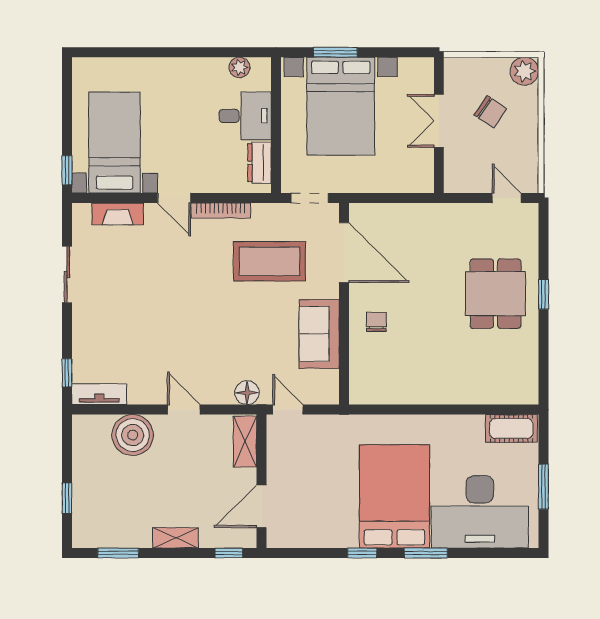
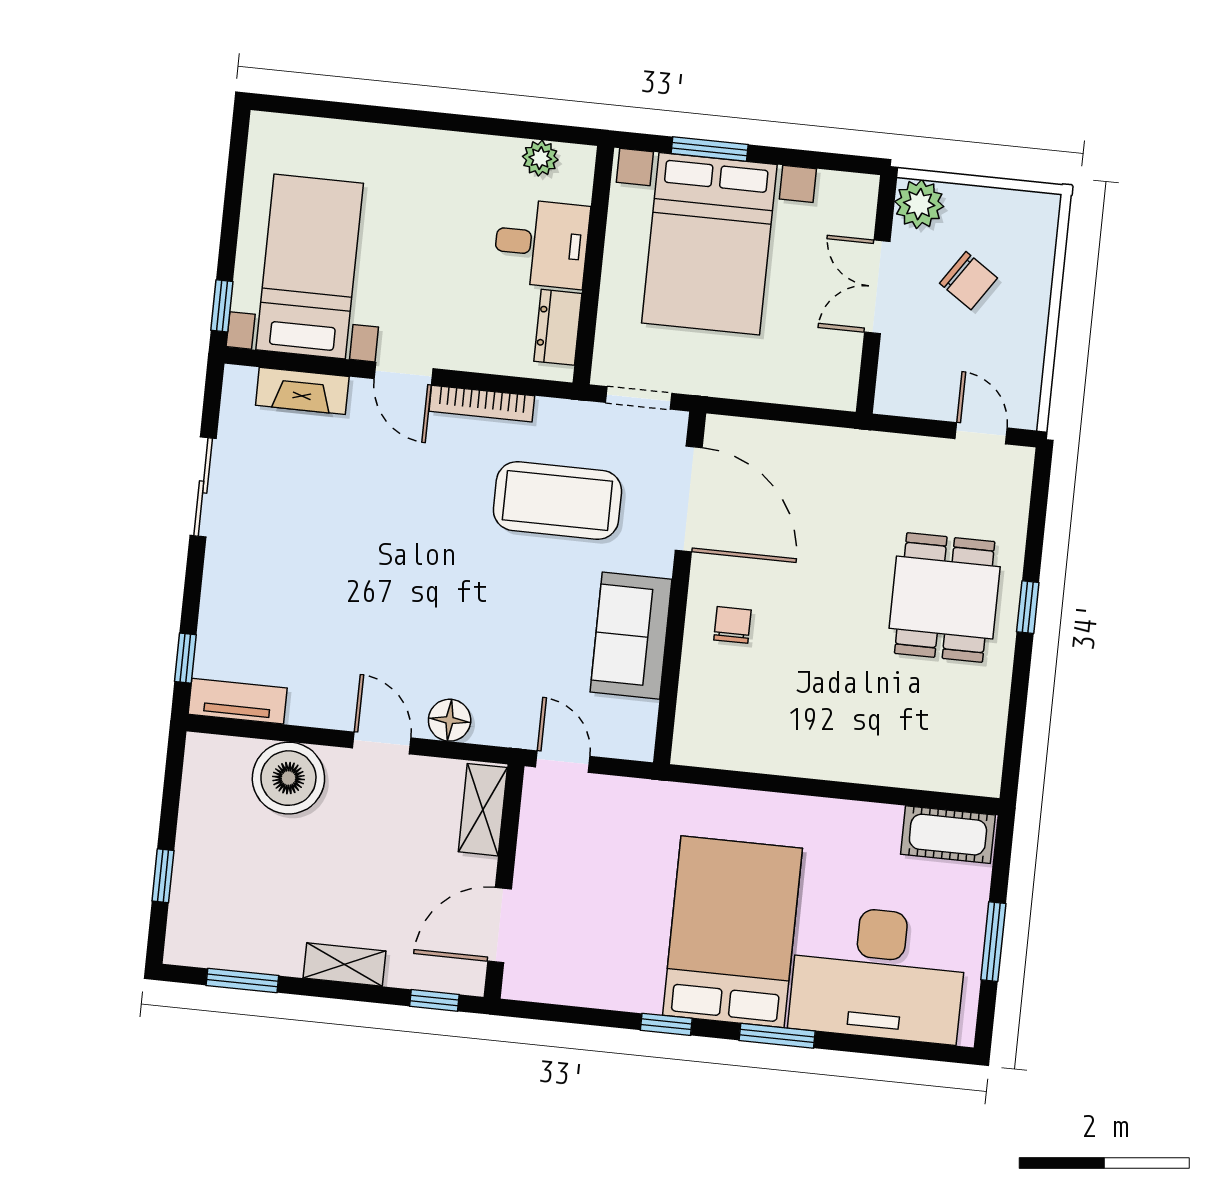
plant: (524, 71) -> (919, 204), moved
floor lamp: (247, 393) -> (450, 720), moved

